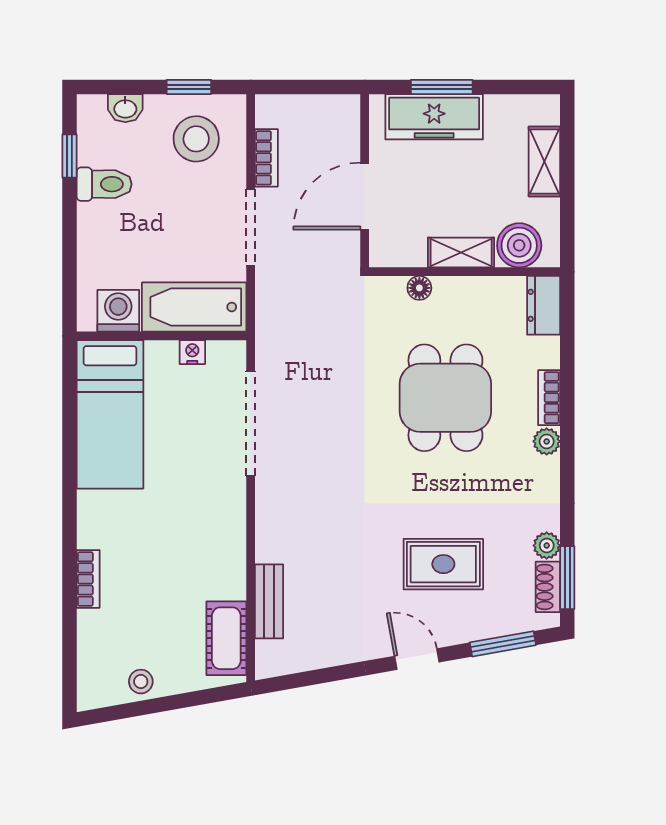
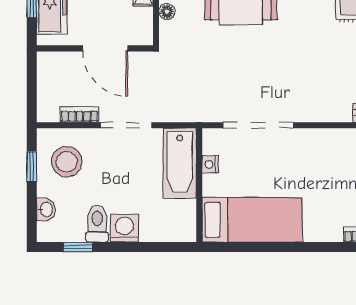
washing machine: (118, 311) -> (124, 228), moved, turned 90

